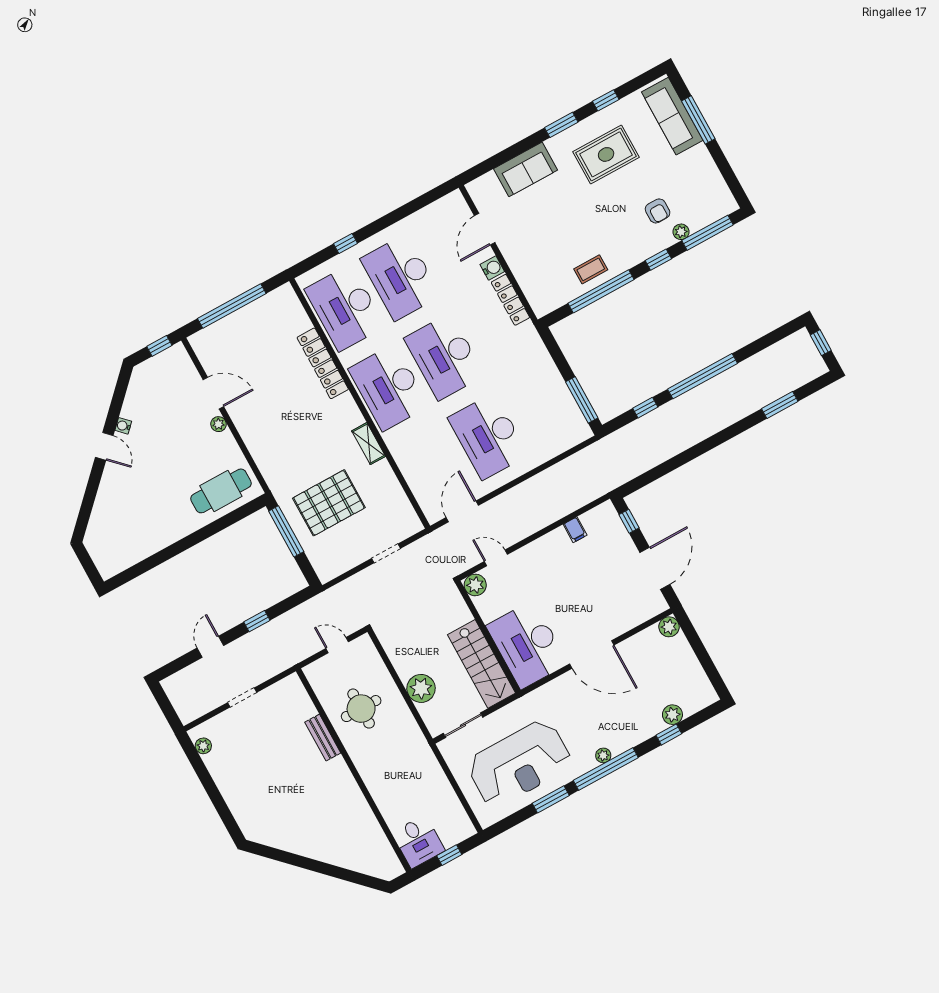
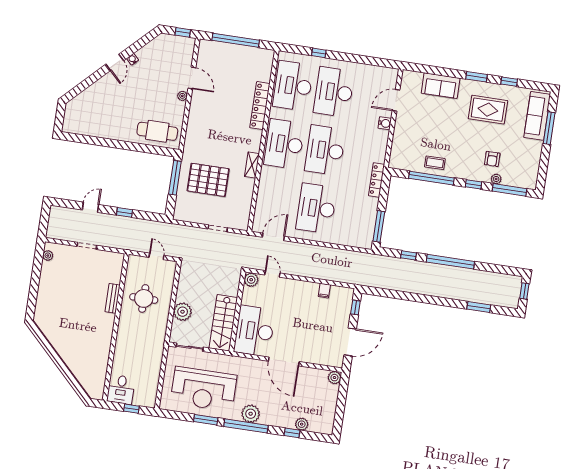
locker: (510, 300) -> (377, 180), moved
plant: (603, 755) -> (251, 414), width x1.88, depth x1.88

